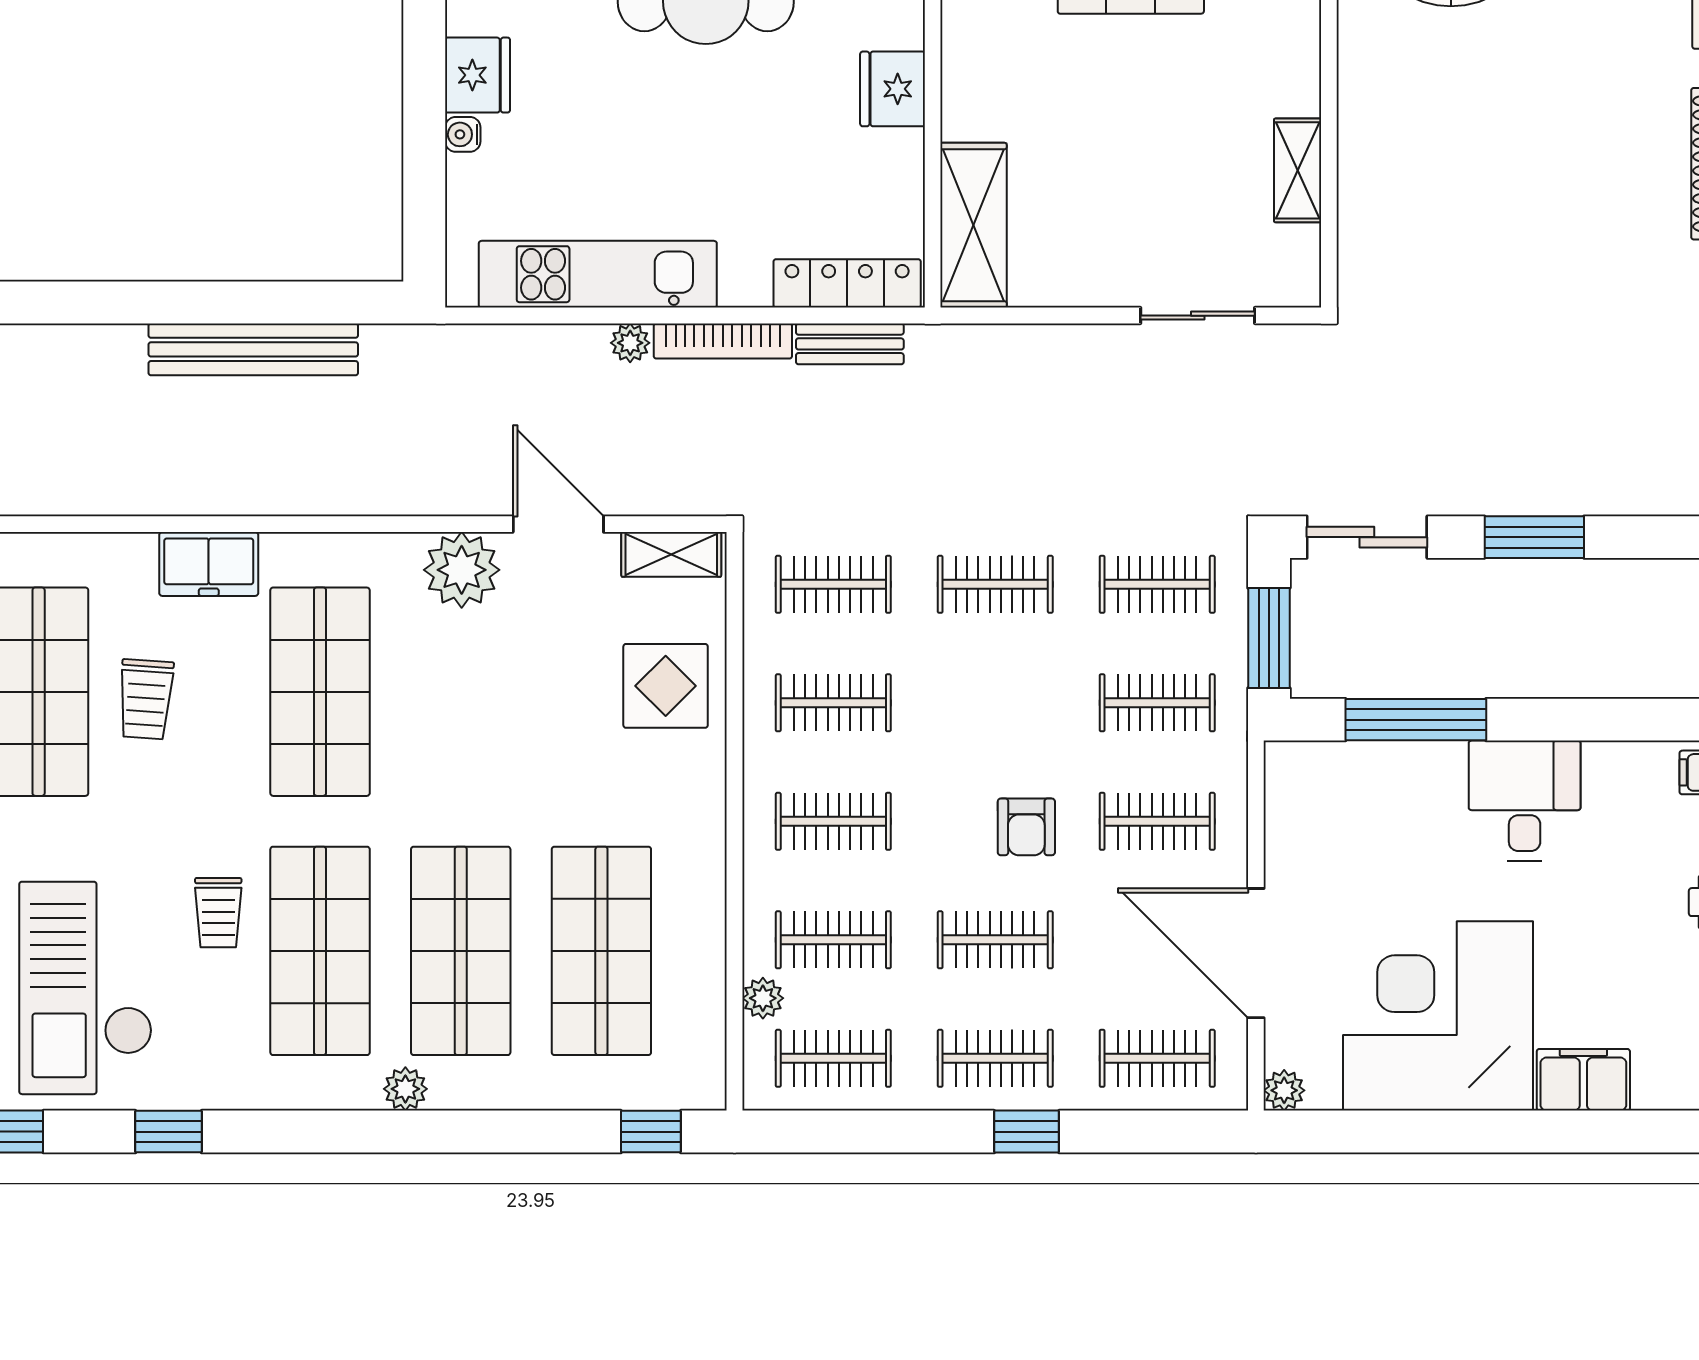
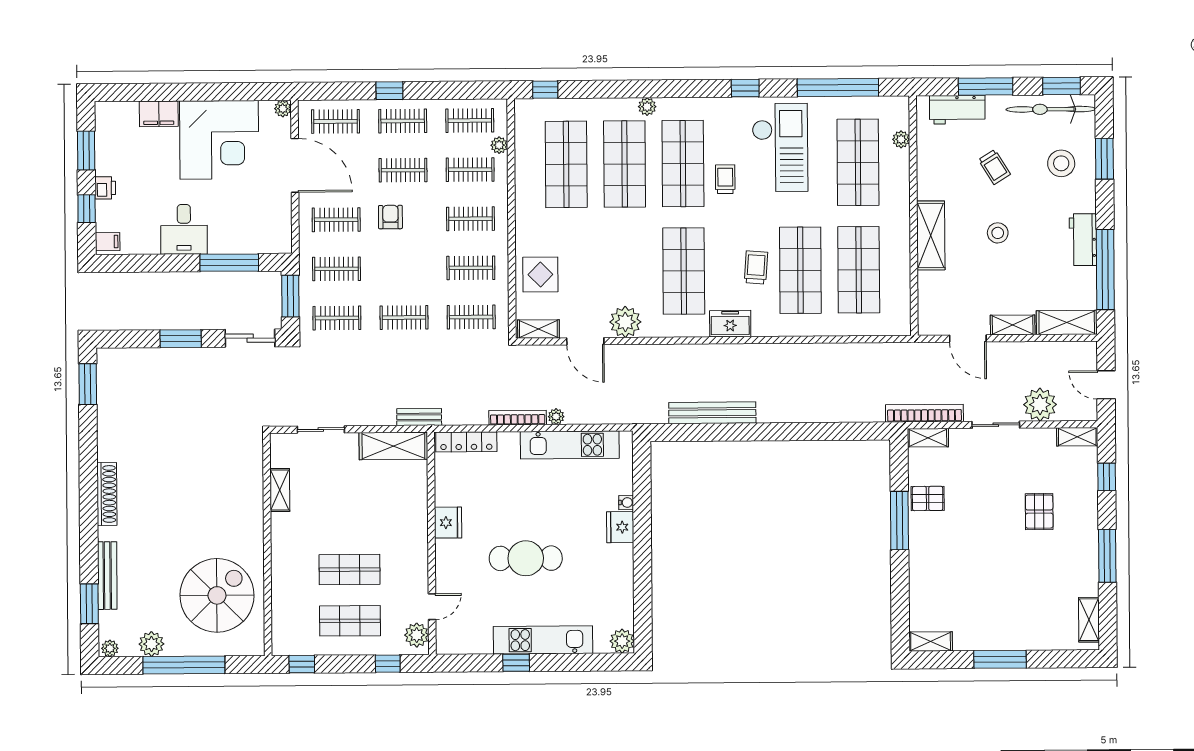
shelving: (973, 225) -> (393, 446), moved, turned 90
bench: (850, 344) -> (419, 417), moved

